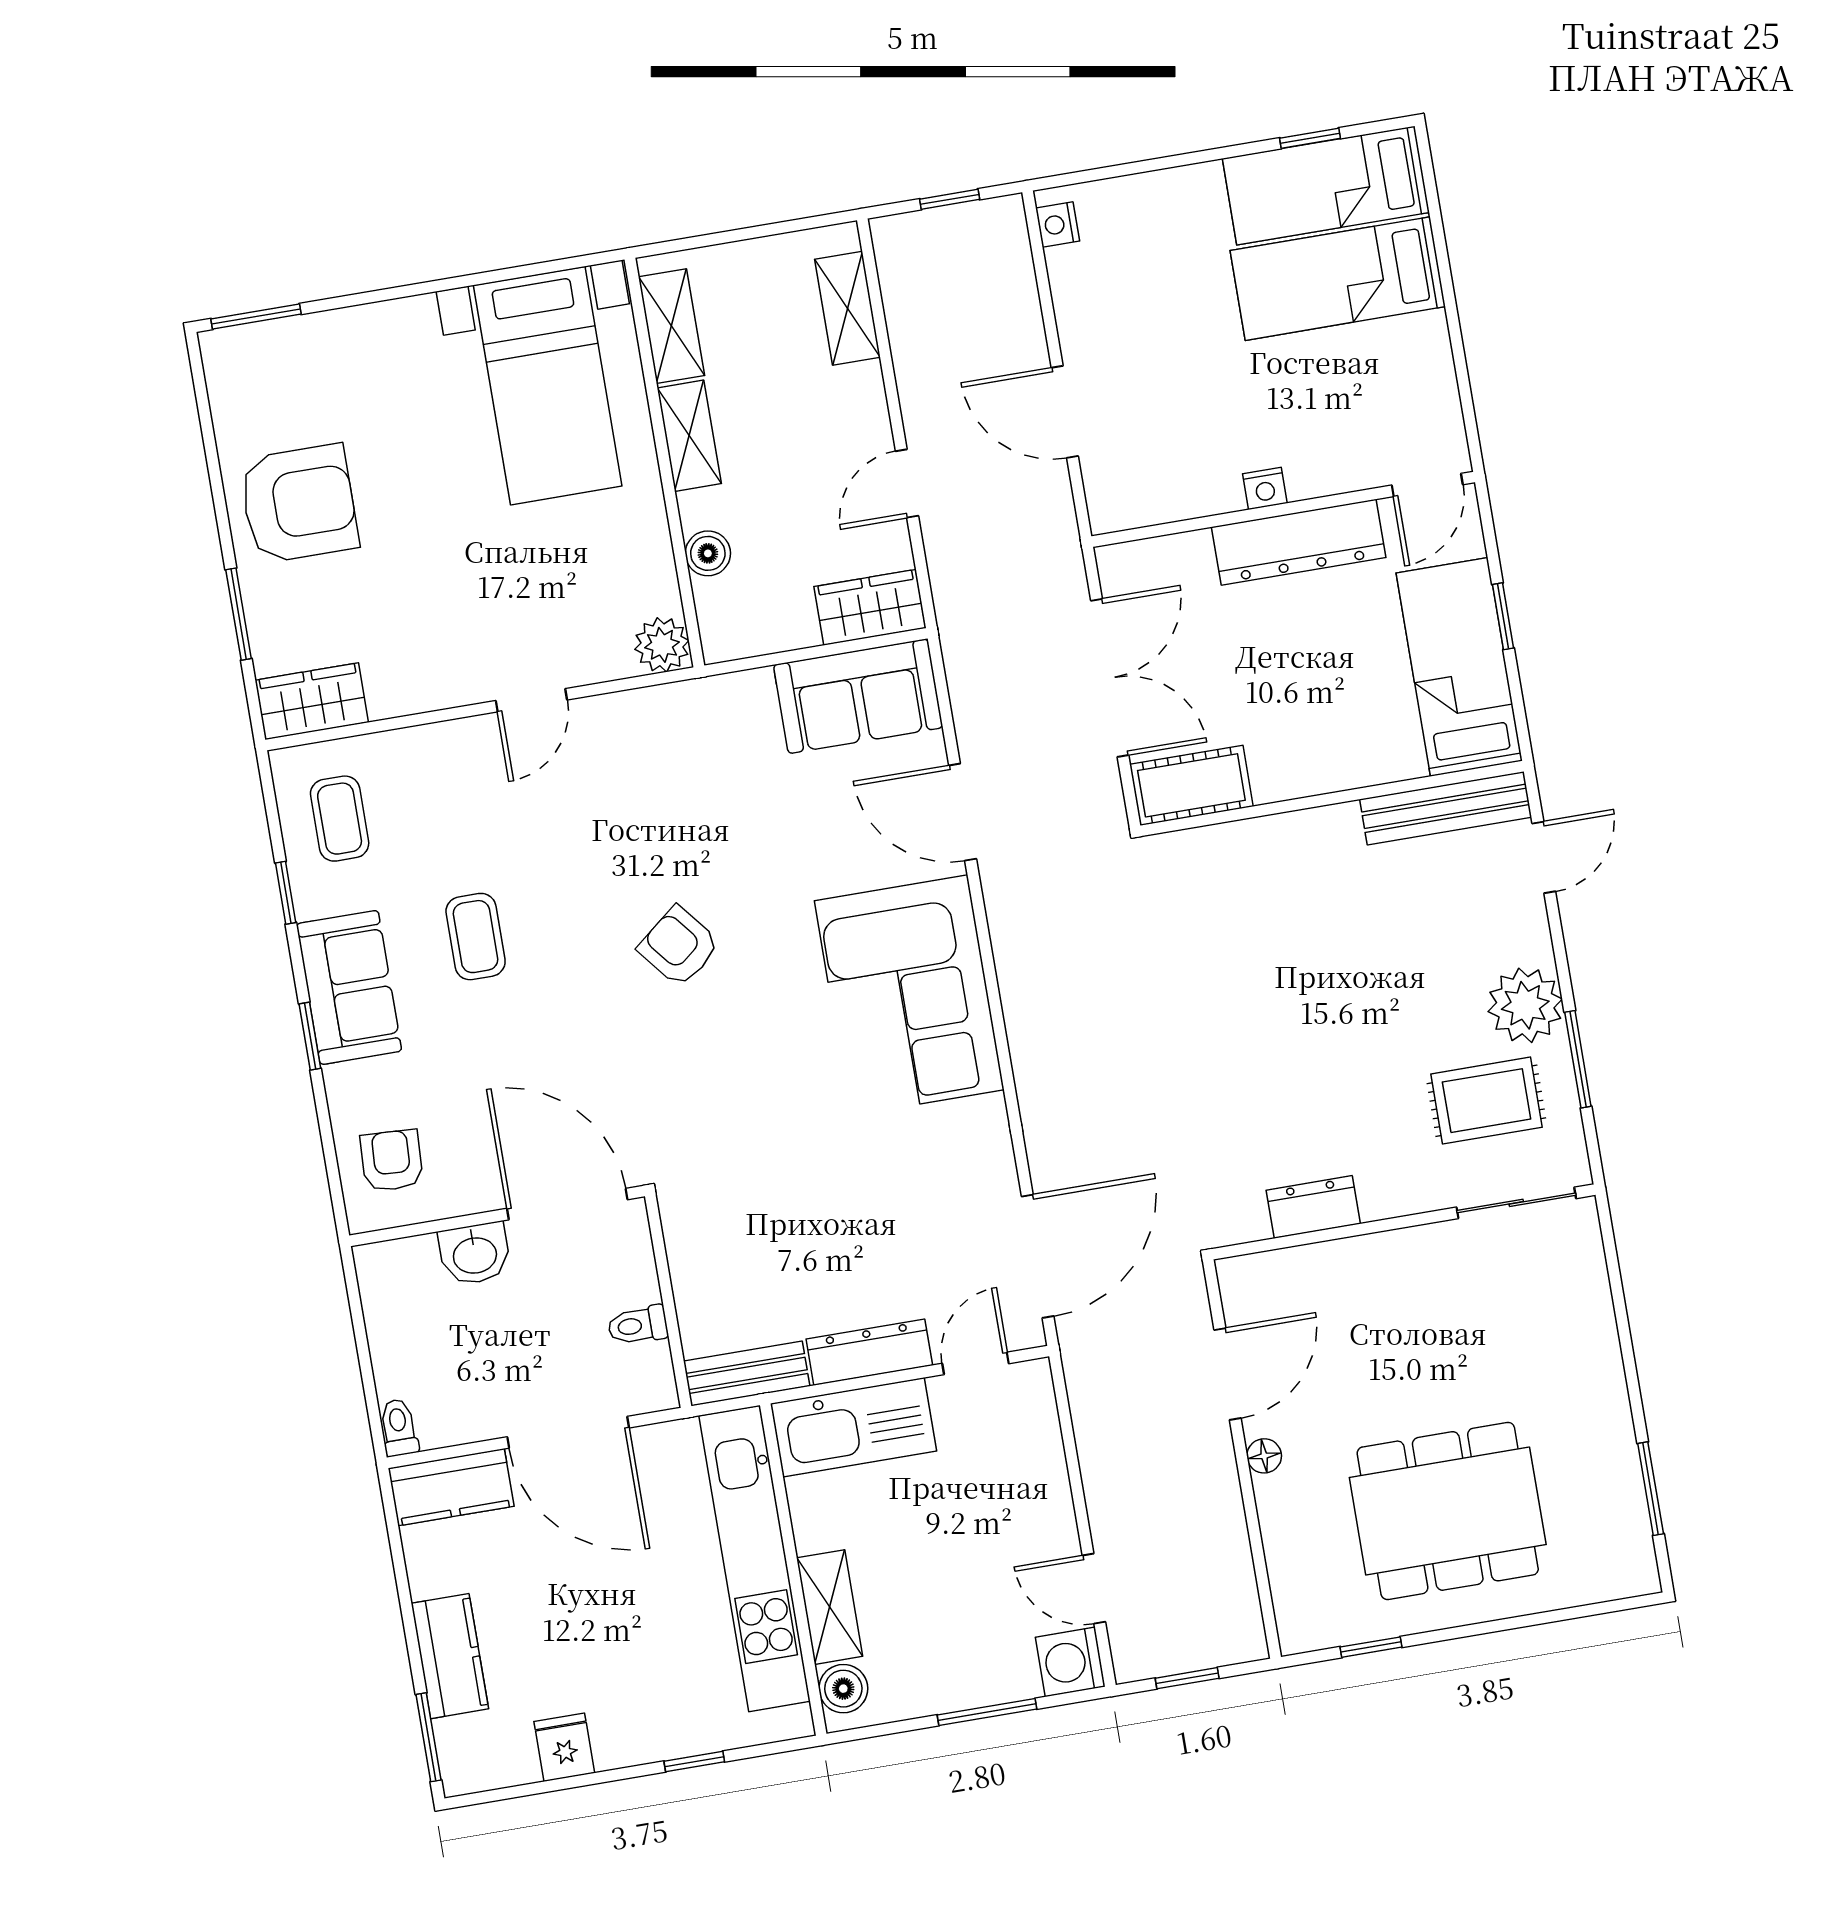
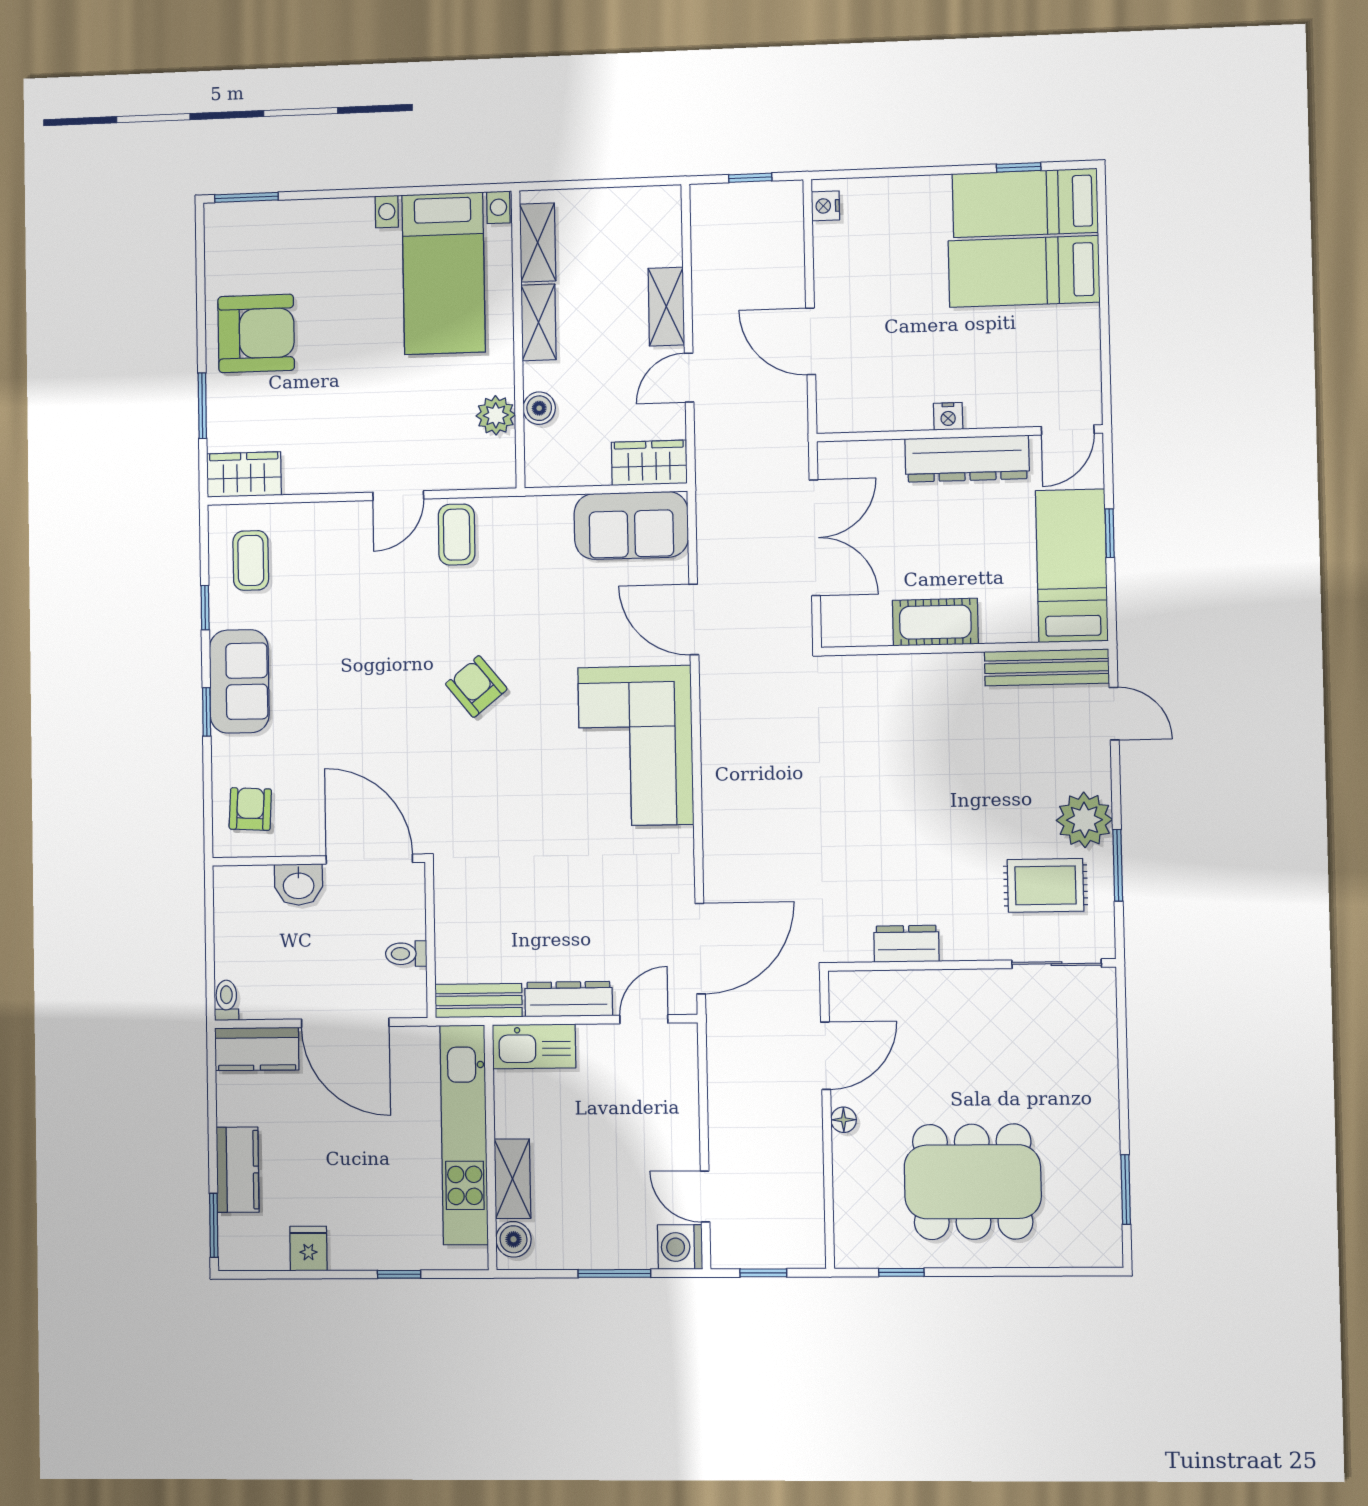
shelving: (847, 308) -> (666, 307), moved
plant: (662, 645) -> (496, 415), moved
cot: (1191, 785) -> (935, 622), moved
door: (1544, 857) -> (1114, 714), hinge flipped
coffee table: (476, 937) -> (457, 535), moved
kitchen sink: (854, 1427) -> (534, 1046), width x0.73, depth x0.81

